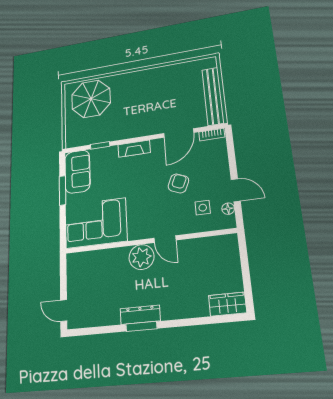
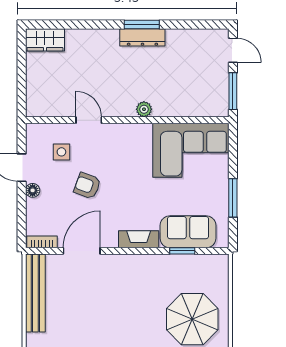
sofa: (77, 172) -> (188, 232), moved, turned 90
armchair: (178, 183) -> (87, 186), turned 87
floor lamp: (228, 209) -> (33, 190), moved
door: (165, 239) -> (89, 120), moved
plant: (142, 257) -> (144, 109), width x0.53, depth x0.53
window: (63, 275) -> (233, 91), added

